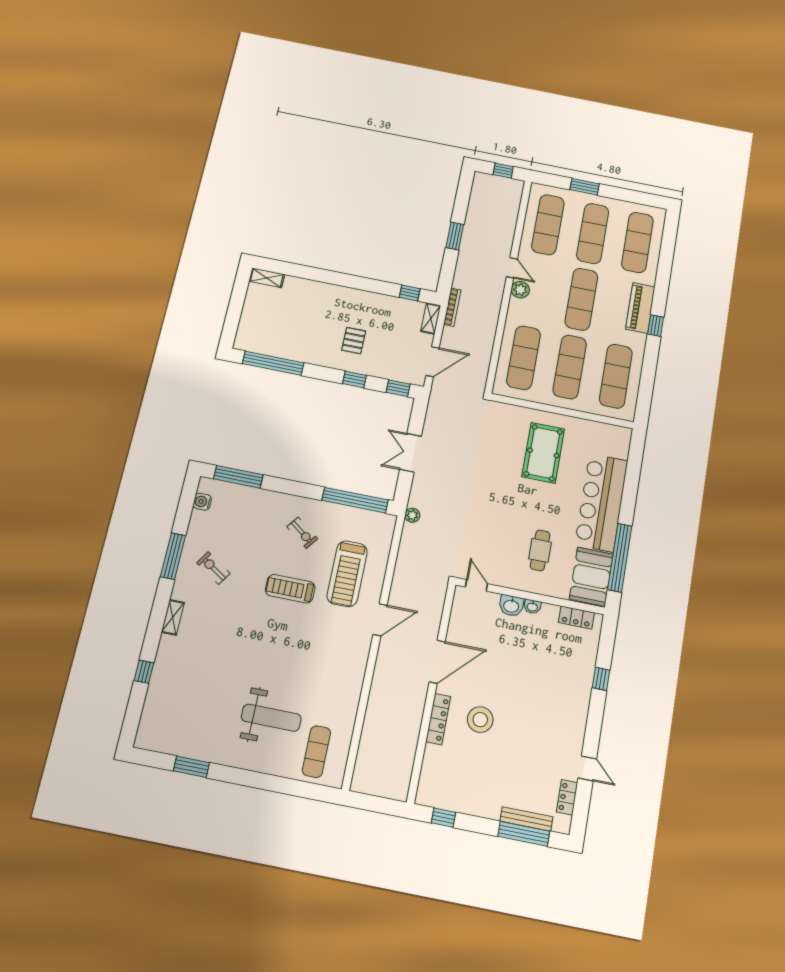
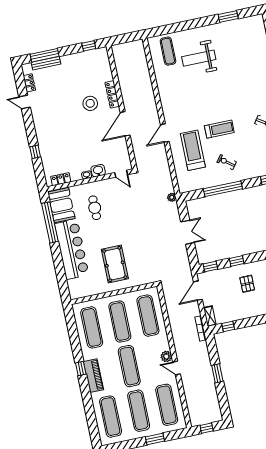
window: (355, 500) -> (223, 189), moved

